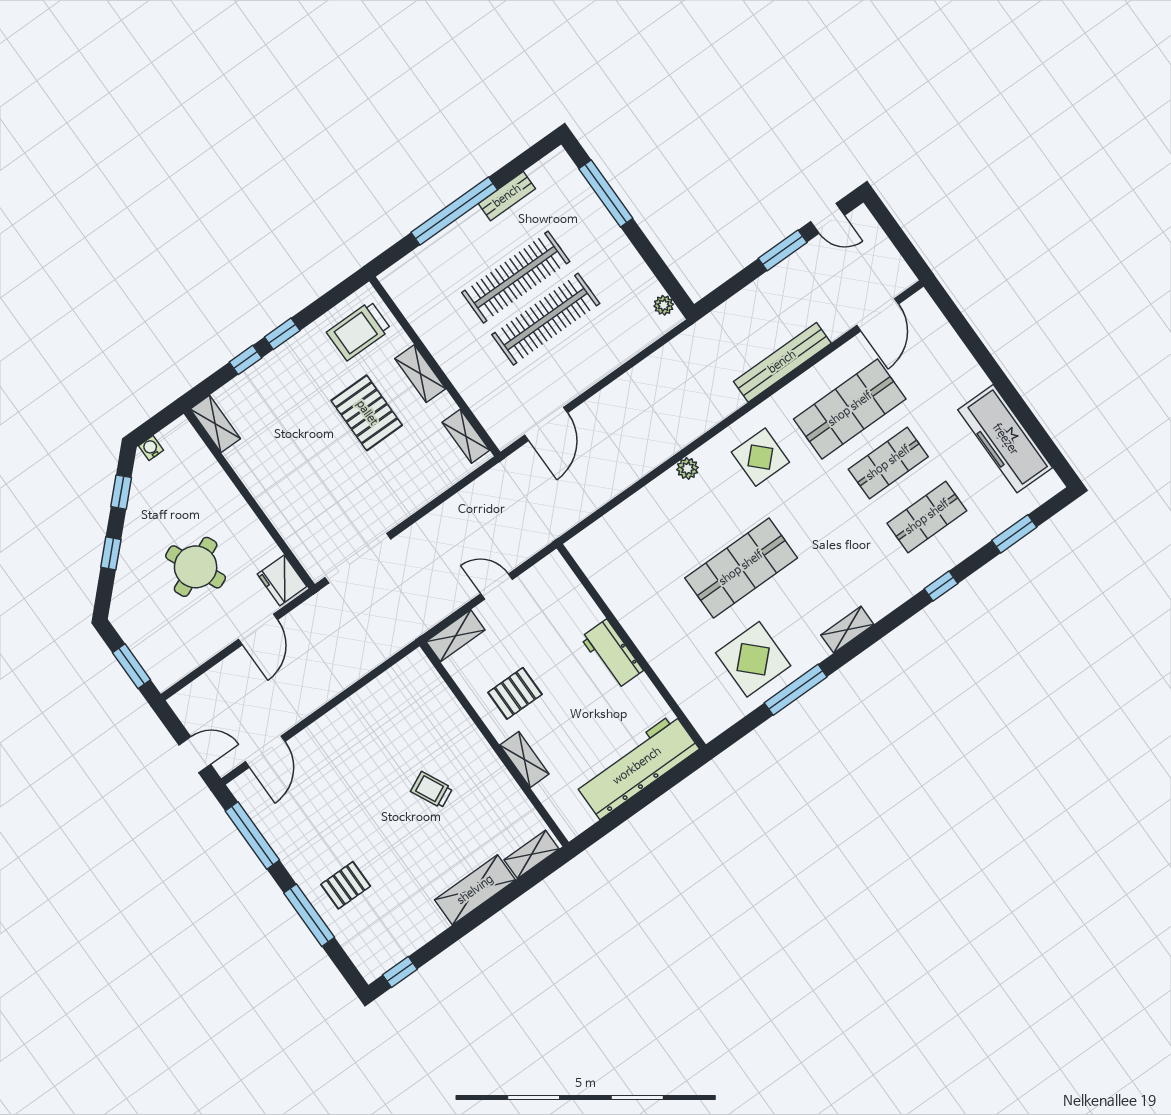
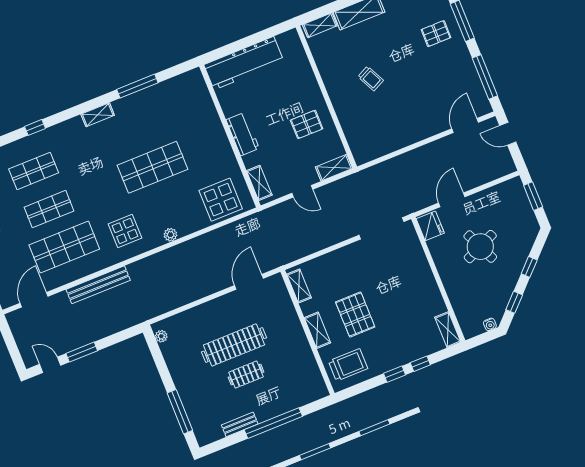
clothes rail: (516, 277) -> (246, 375), width x0.54, depth x0.76
display table: (753, 659) -> (221, 200), moved
shelving: (524, 759) -> (259, 183), moved

